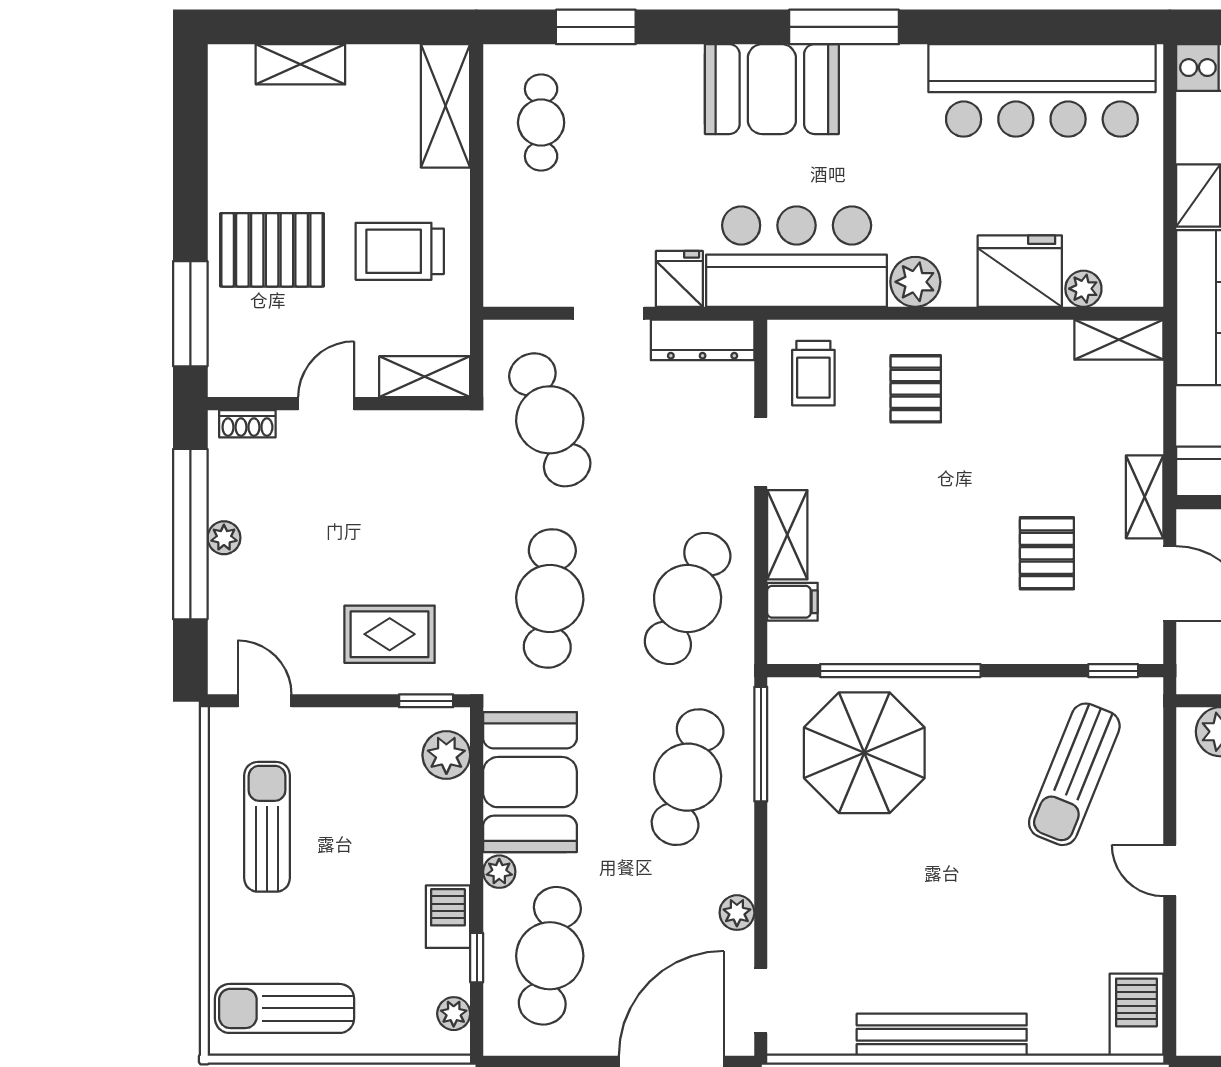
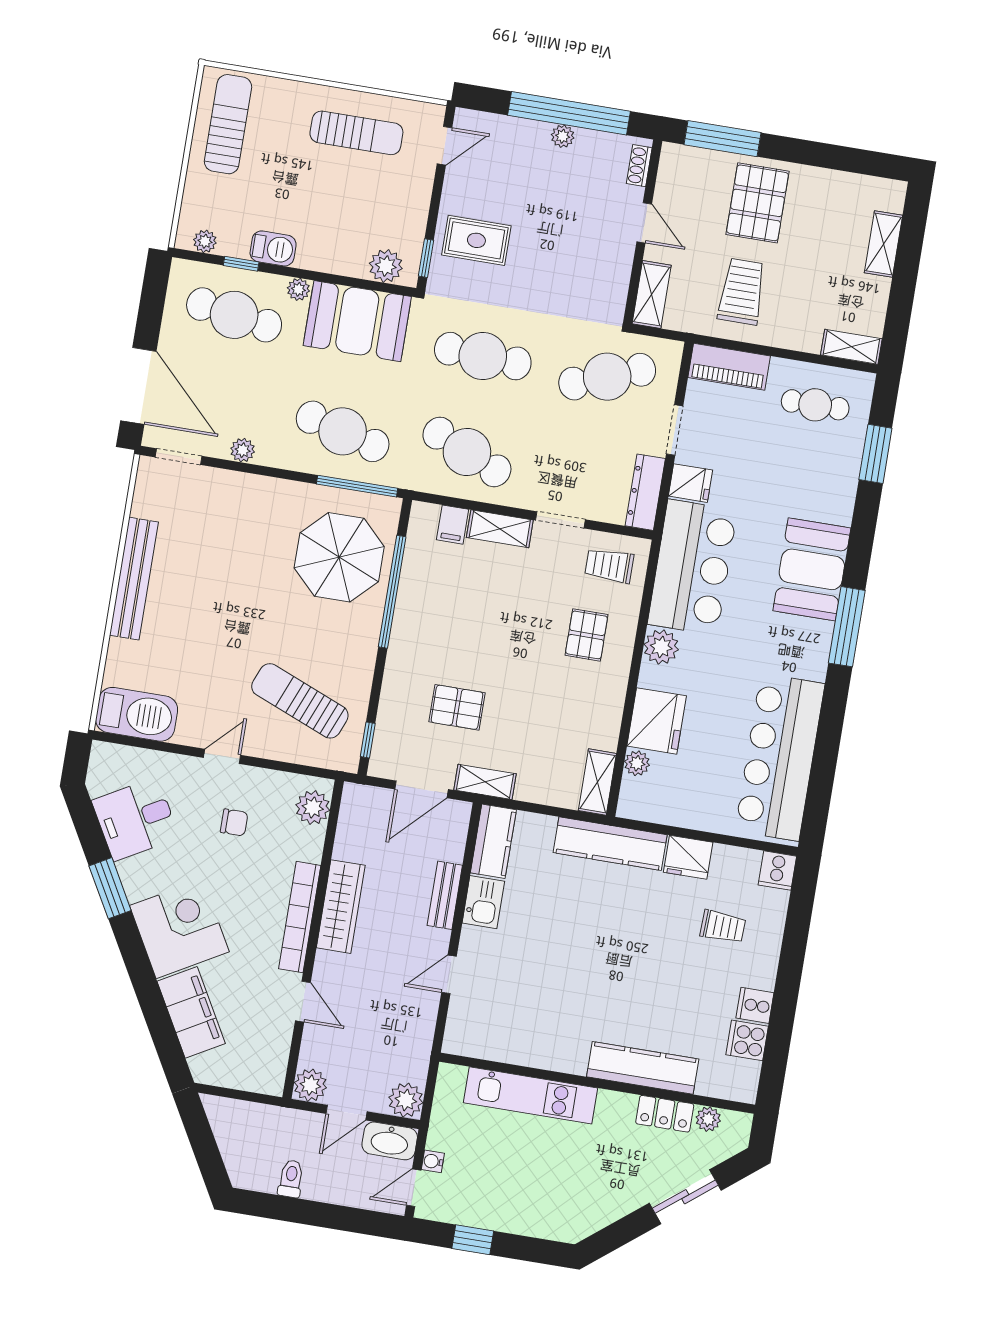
shelving: (445, 106) -> (851, 347), width x0.67, depth x0.75
piano: (508, 252) -> (729, 367), added
pallet: (916, 389) -> (587, 635), turned 90
rug: (390, 634) -> (476, 240), turned 90
barbecue: (1136, 1015) -> (137, 714), width x1.37, depth x1.21

